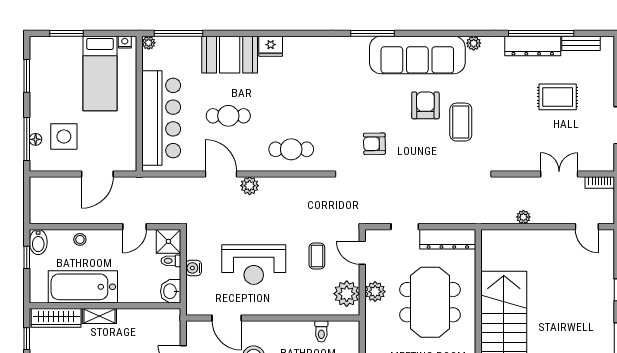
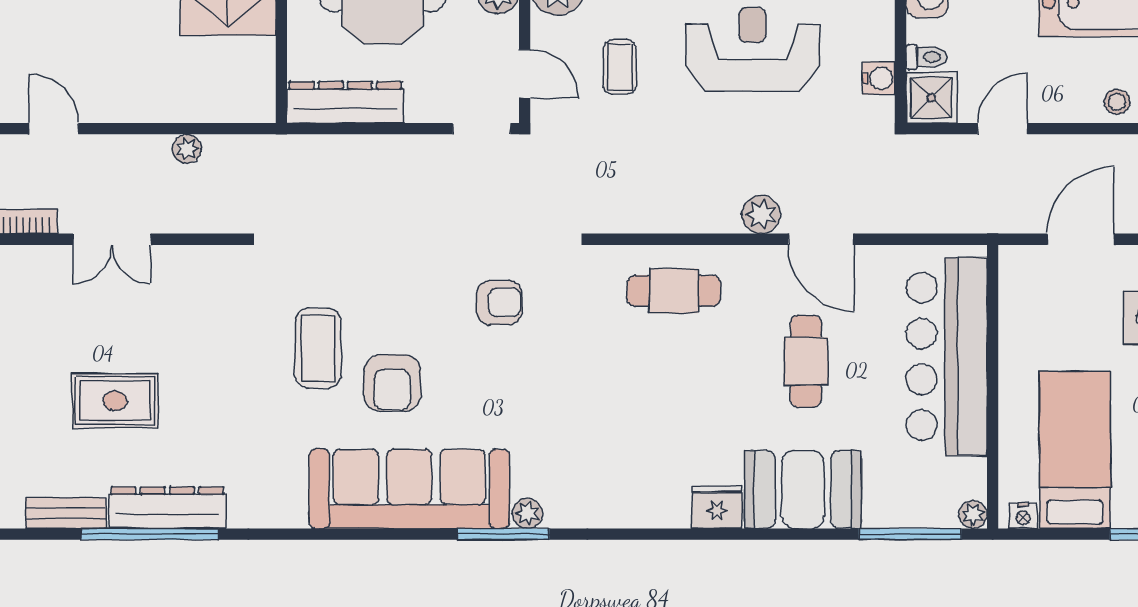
plant: (474, 43) -> (527, 513), moved
cafe table: (228, 116) -> (806, 361), turned 90
doorway: (405, 227) -> (482, 129), moved
water cooler: (194, 268) -> (879, 78), moved

